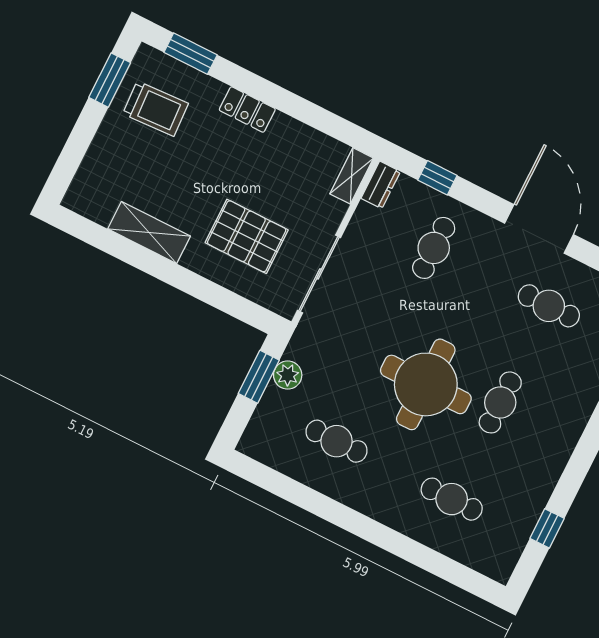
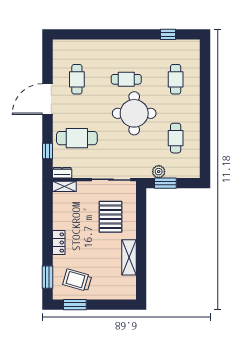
trolley: (156, 109) -> (77, 280), turned -71
cafe table: (434, 248) -> (77, 138), width x1.37, depth x1.35

